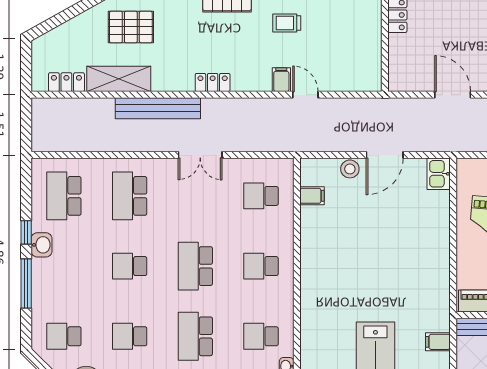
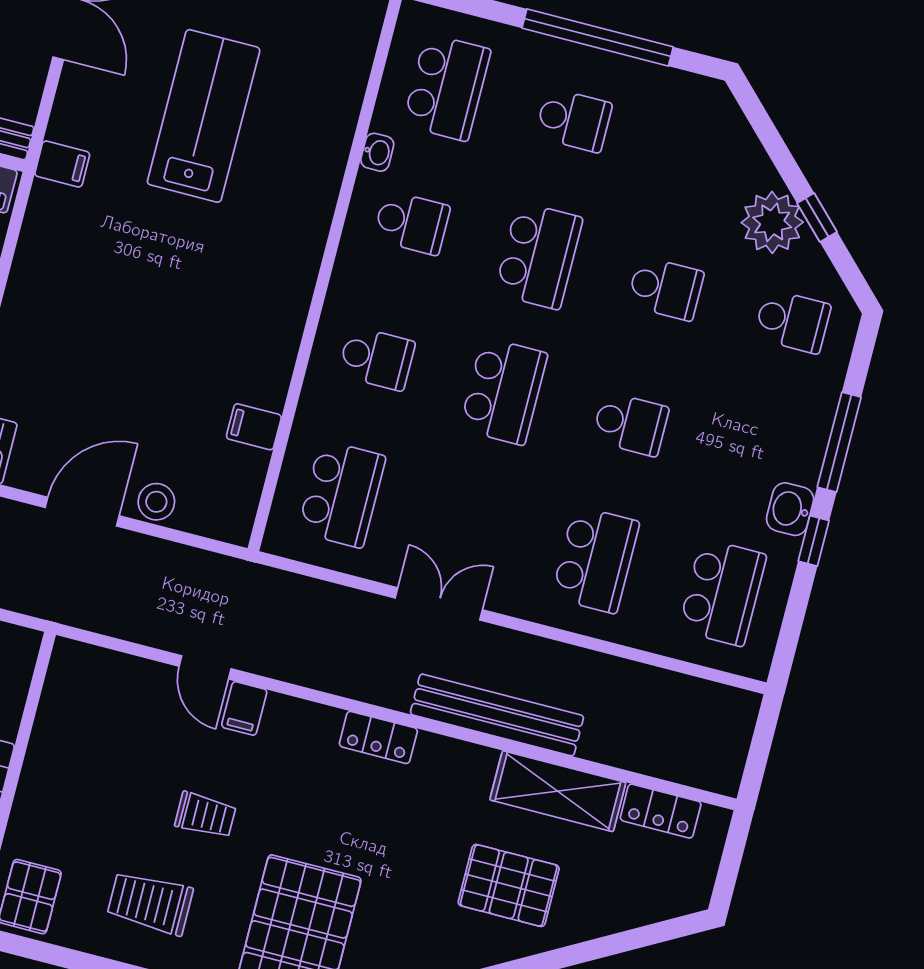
school desk: (261, 196) -> (342, 494), width x1.85
filing cabinet: (312, 196) -> (254, 427), moved
filing cabinet: (438, 342) -> (62, 164), moved

